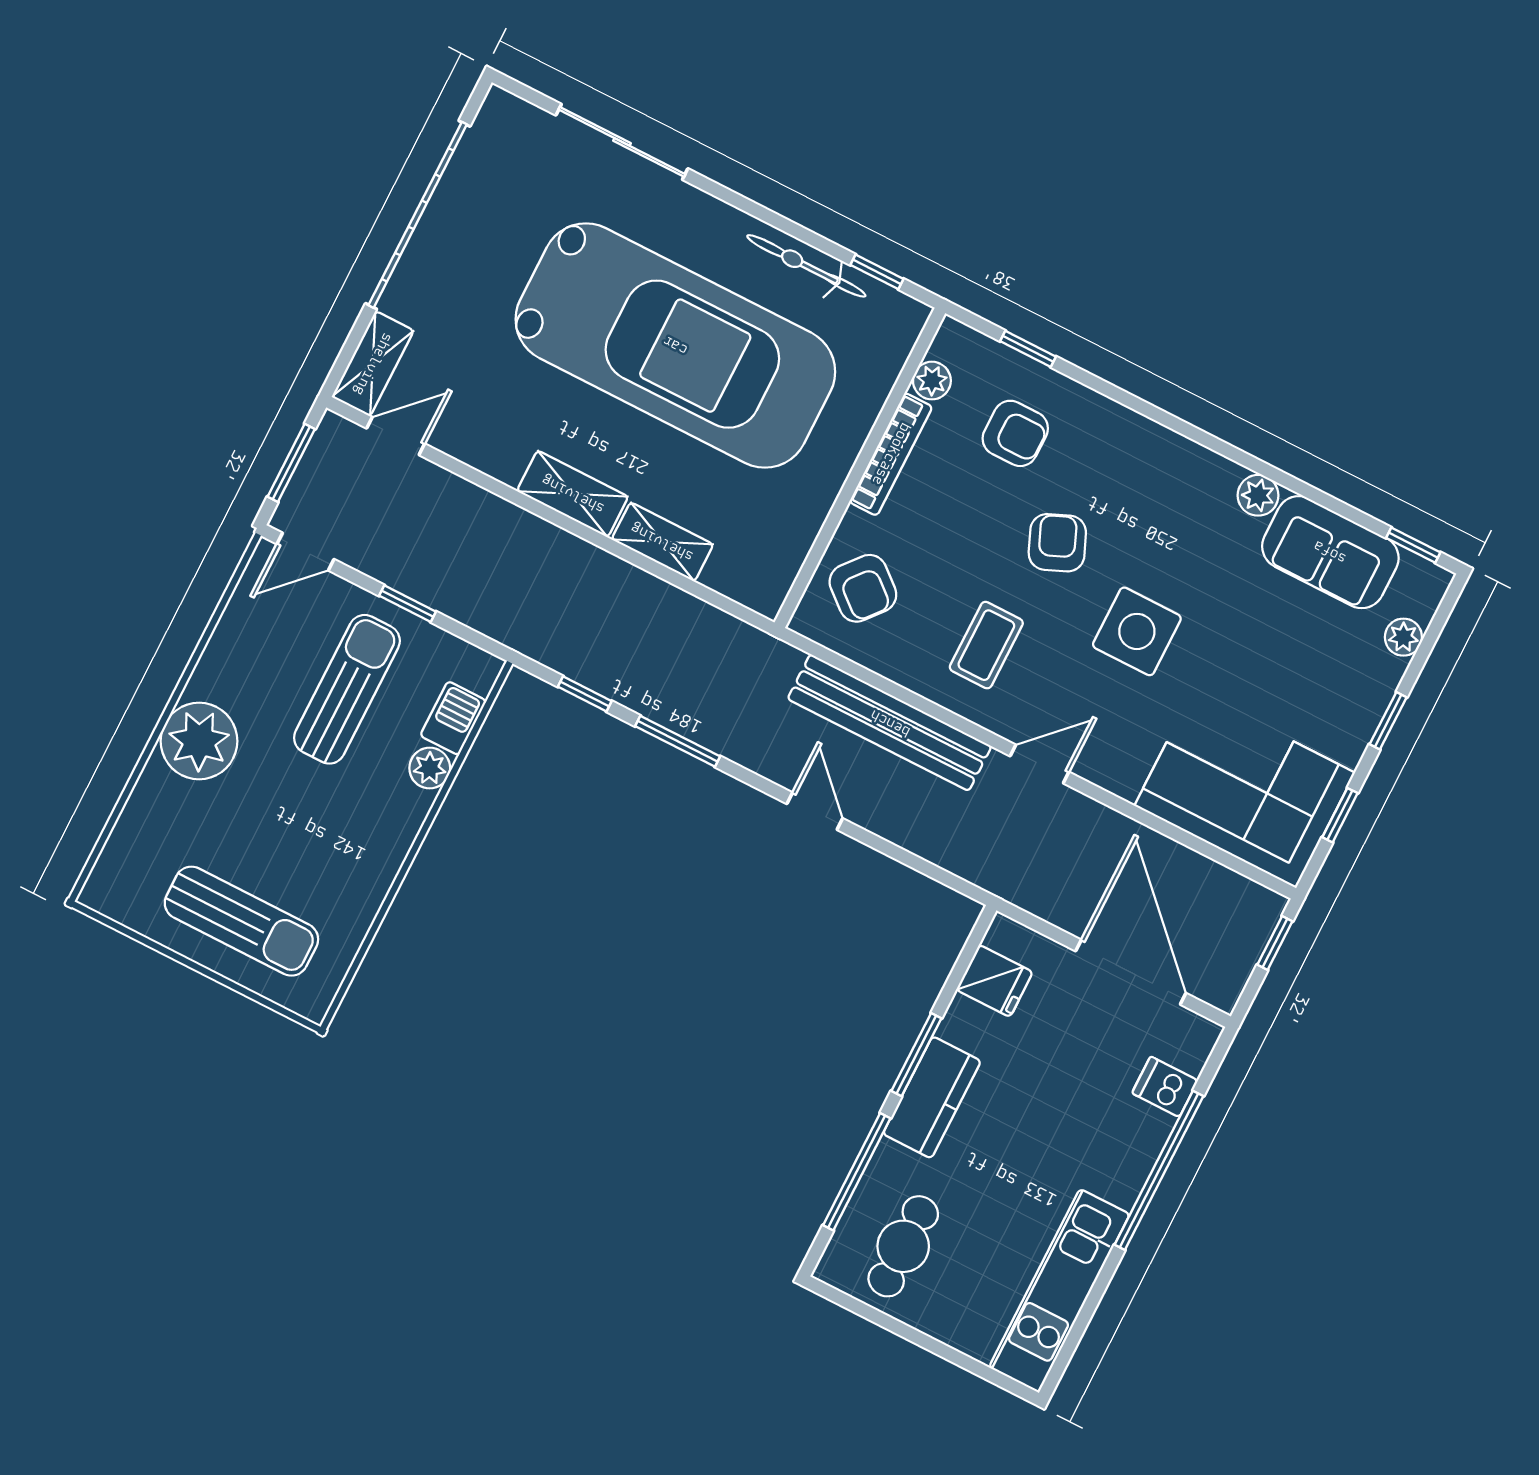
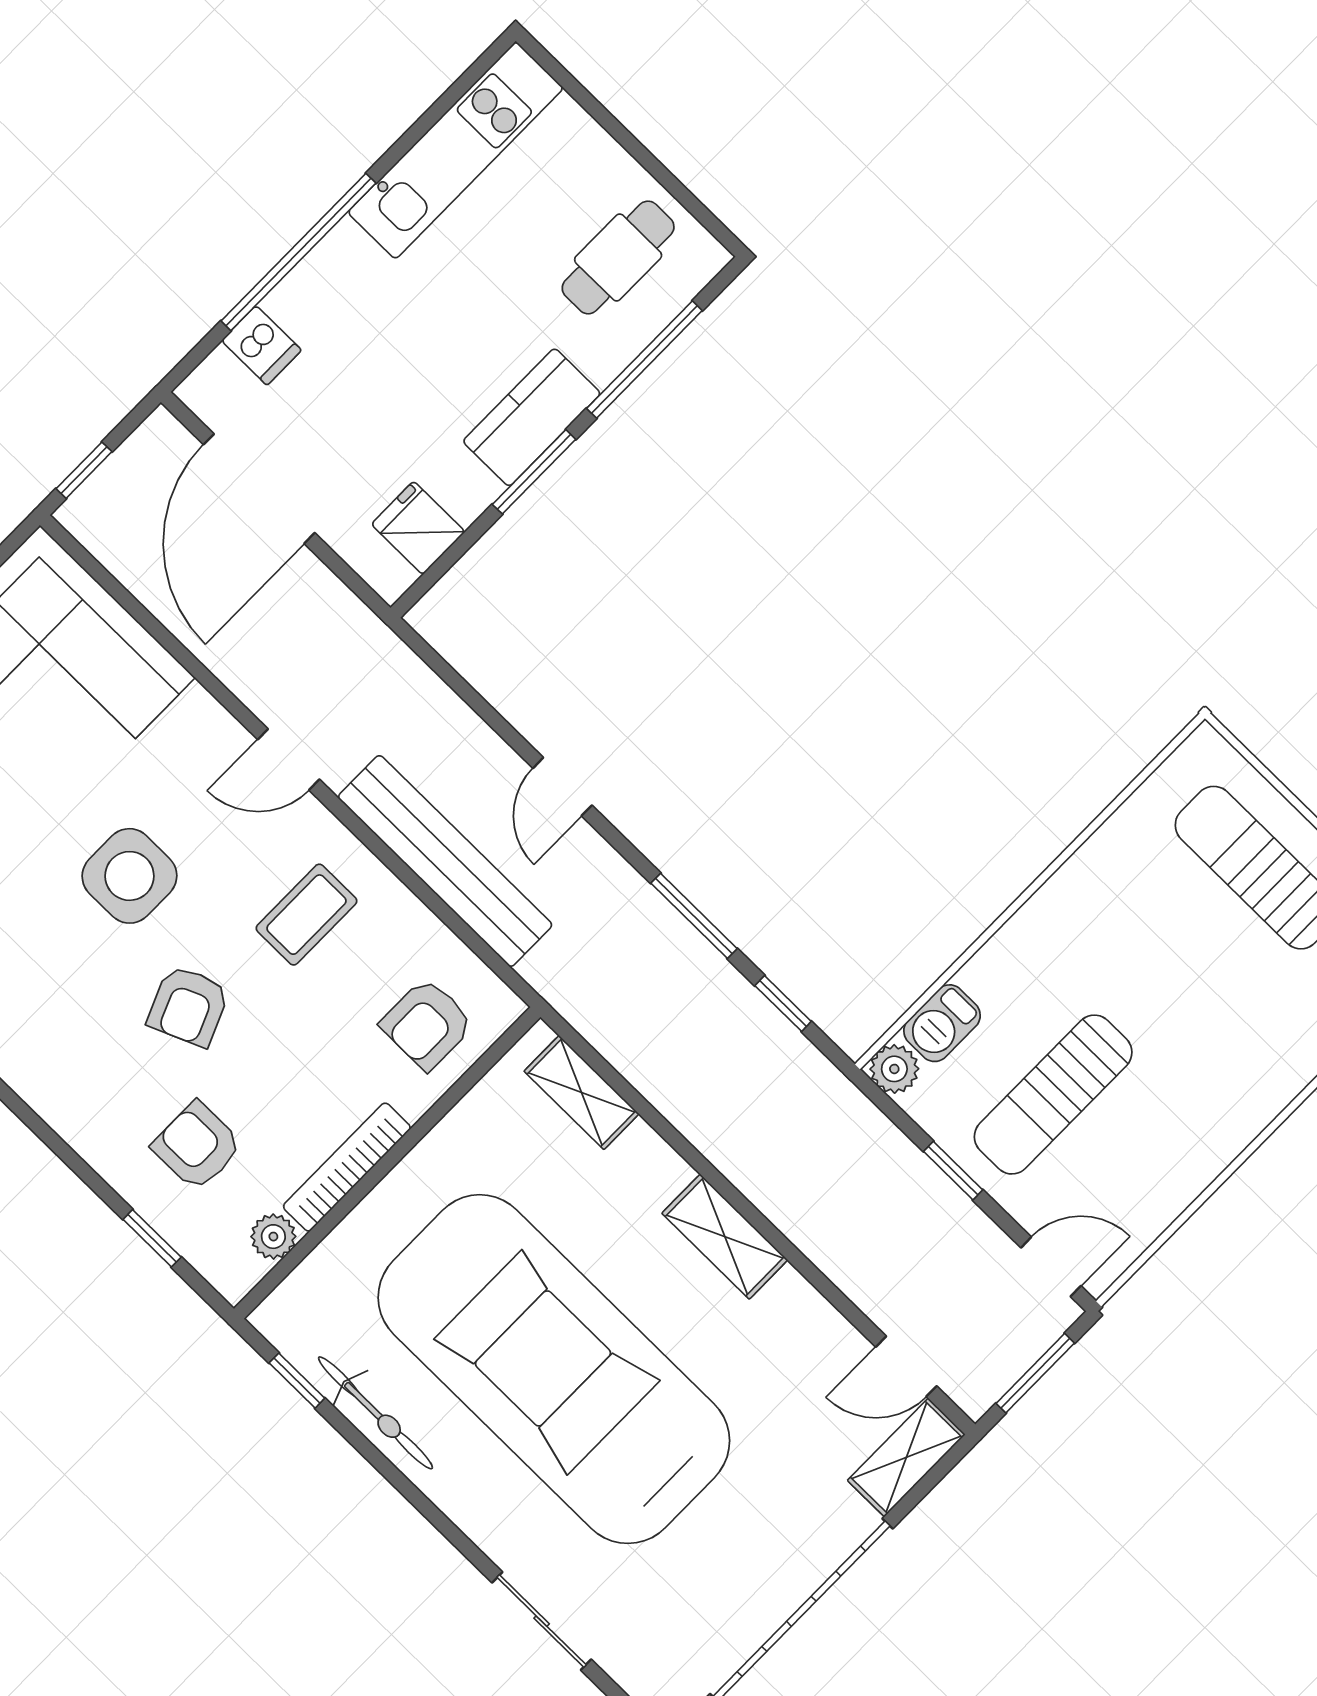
sliding door: (622, 142) -> (542, 1621), width x0.73
shelving: (662, 542) -> (582, 1092), moved
armchair: (863, 588) -> (427, 1024), turned -130
plant: (199, 741) -> (1241, 1089), removed
plant: (430, 768) -> (894, 1069), moved

